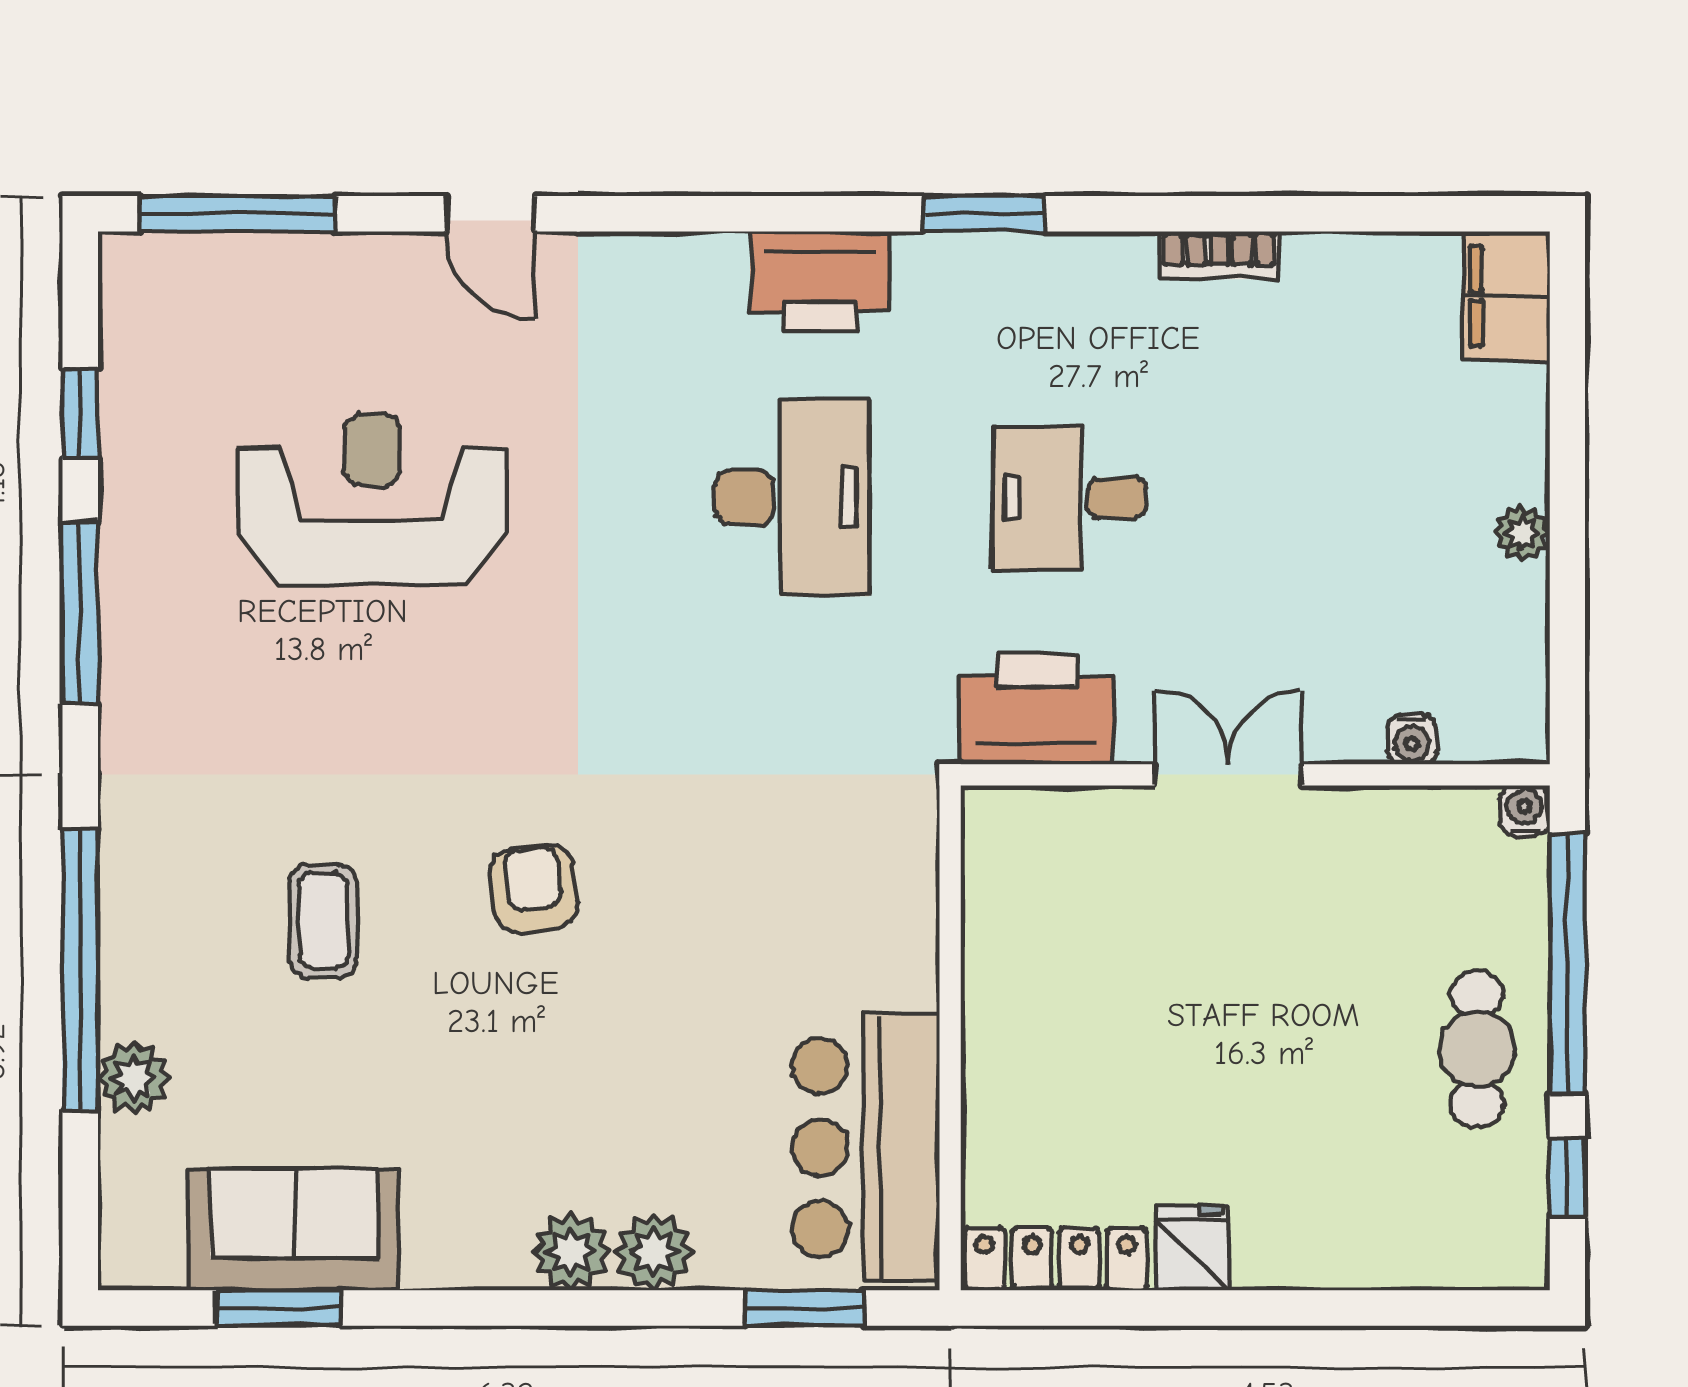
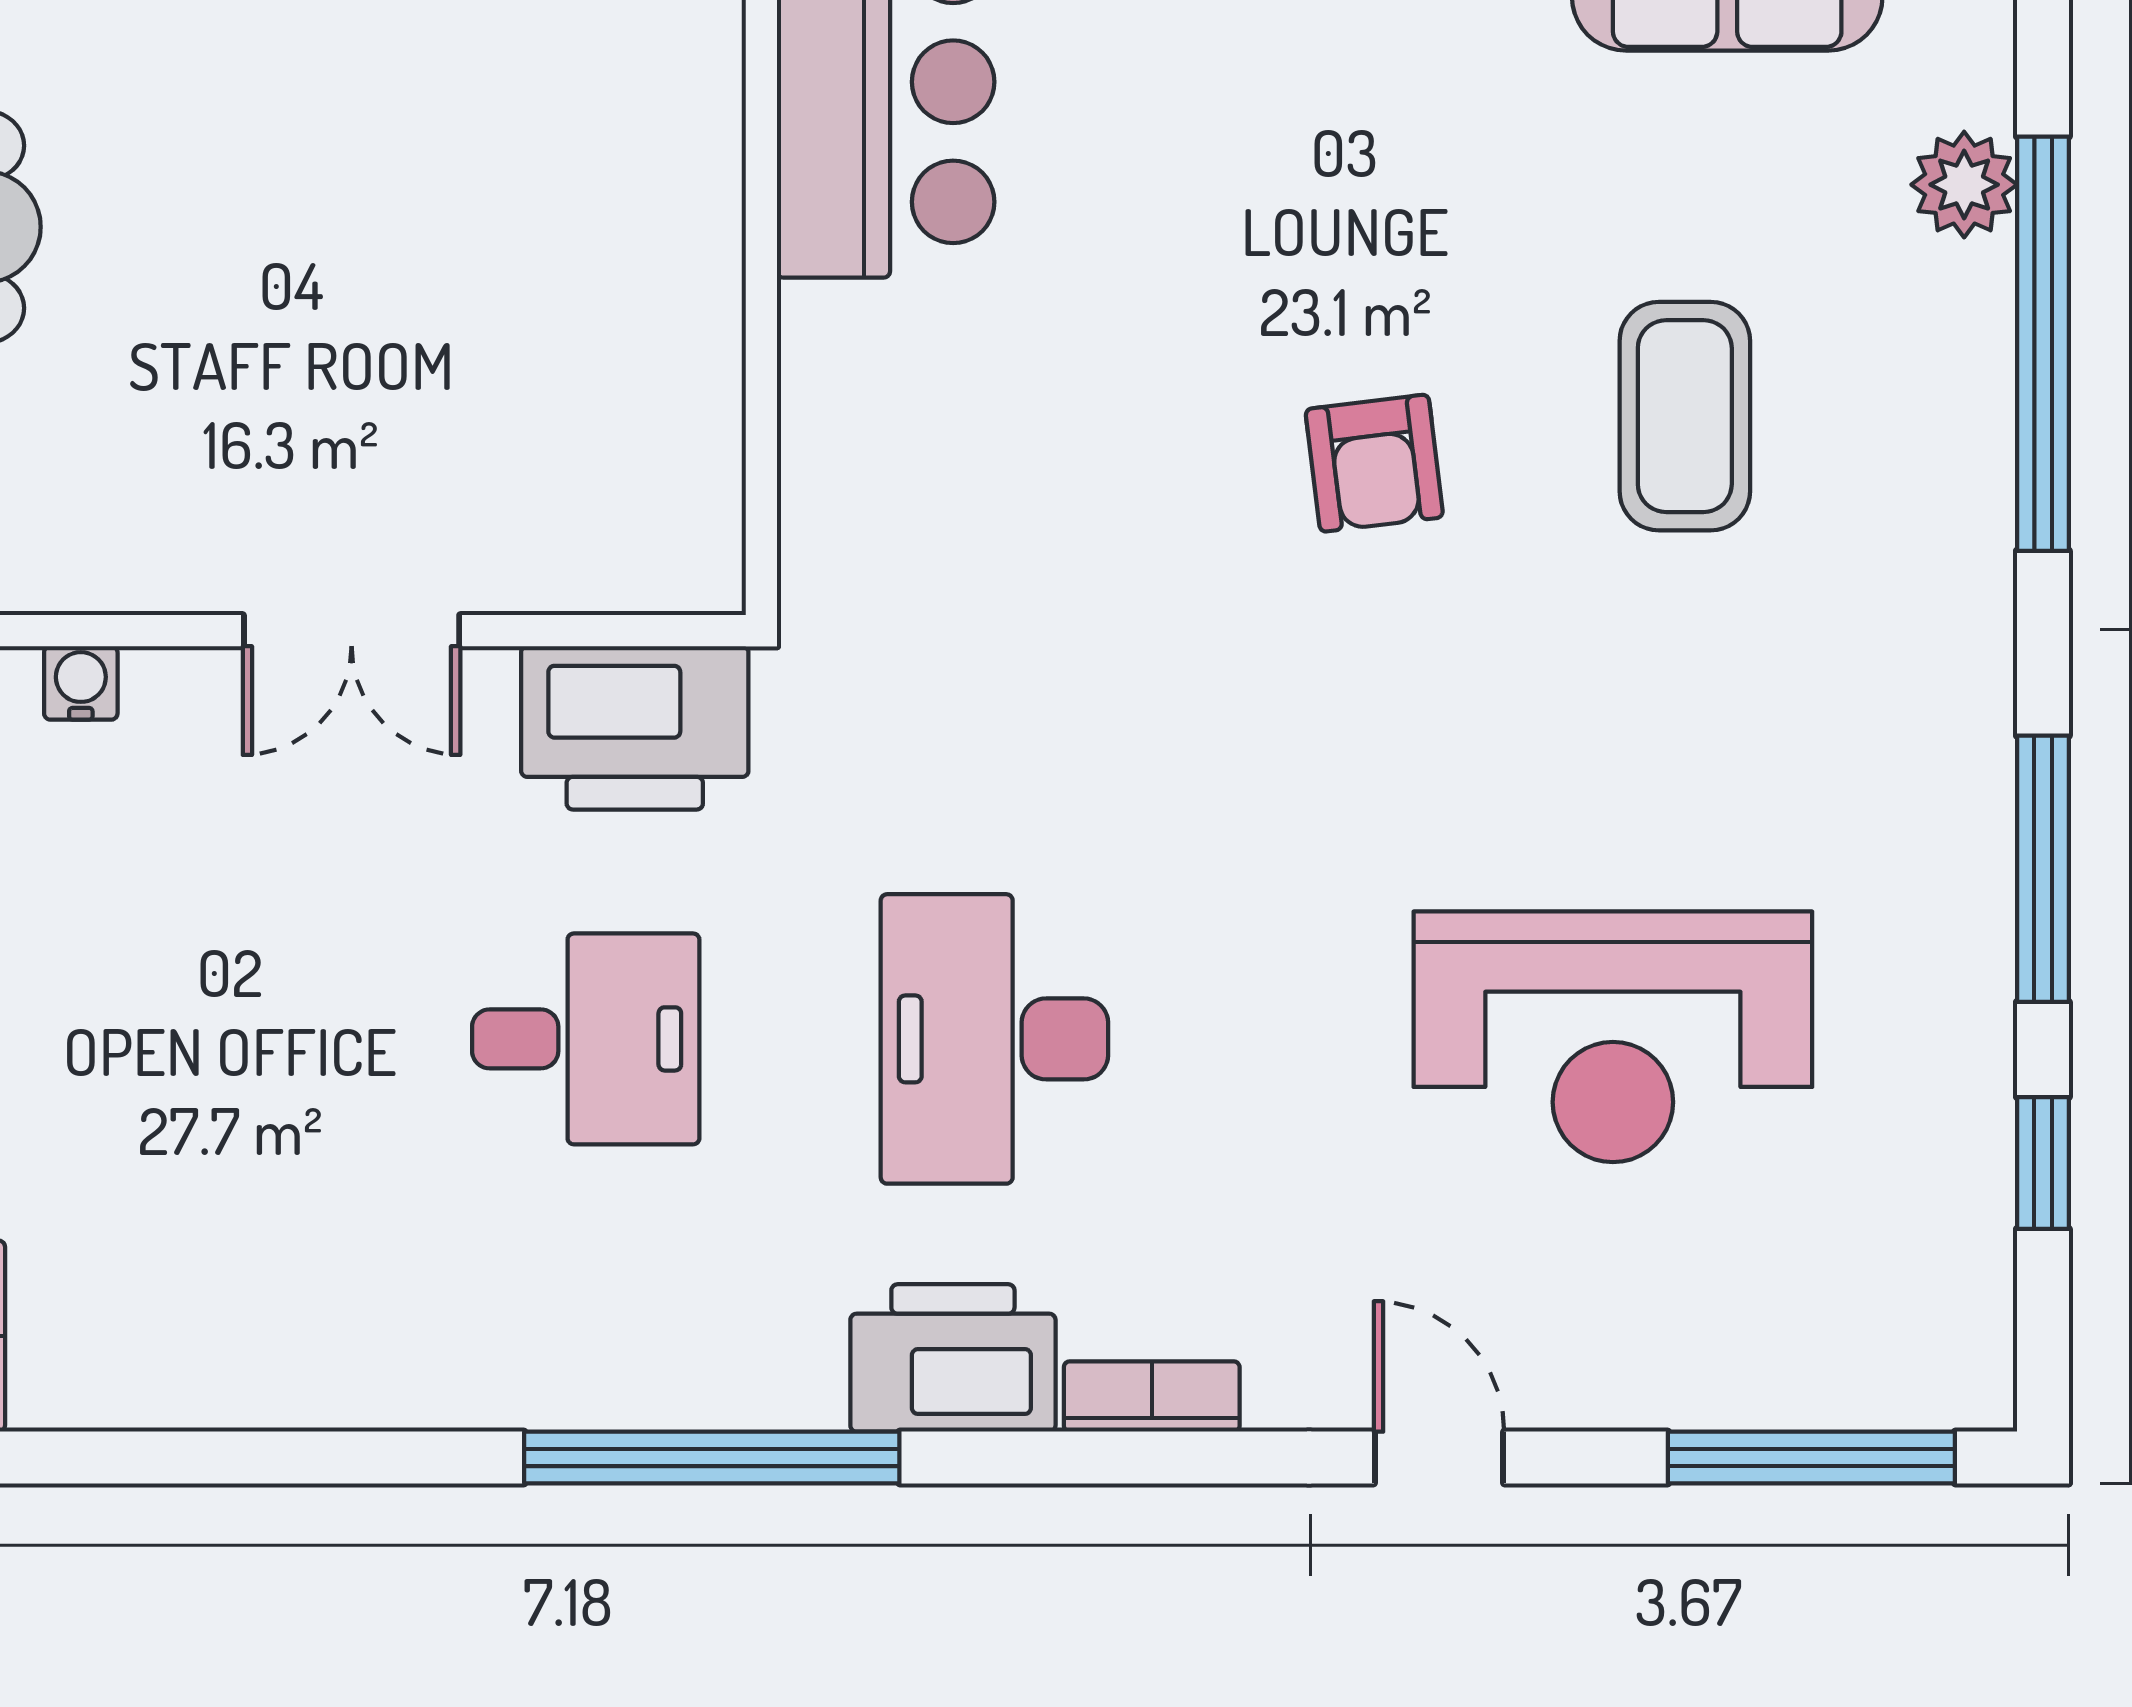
window: (984, 214) -> (712, 1457), width x2.11
bookcase: (1219, 255) -> (1152, 1396), moved
coffee table: (323, 921) -> (1685, 416), width x1.36, depth x1.30

